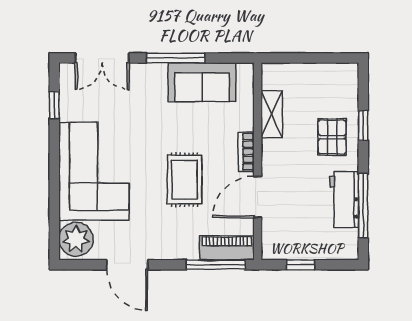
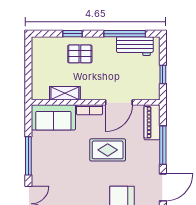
sofa: (202, 82) -> (53, 117), moved, turned 90
door: (258, 197) -> (119, 102), hinge flipped
workbench: (344, 200) -> (135, 46), moved
window: (216, 265) -> (163, 145), moved

